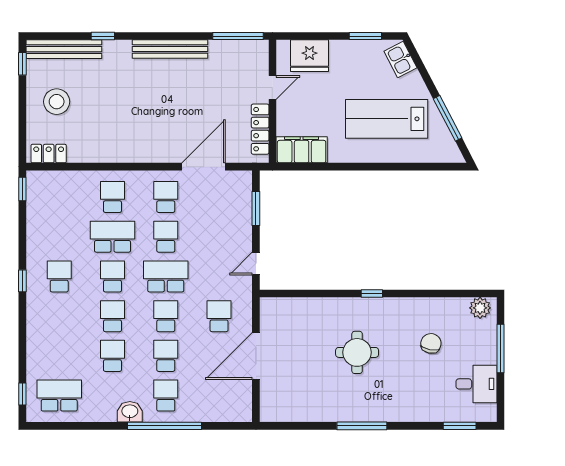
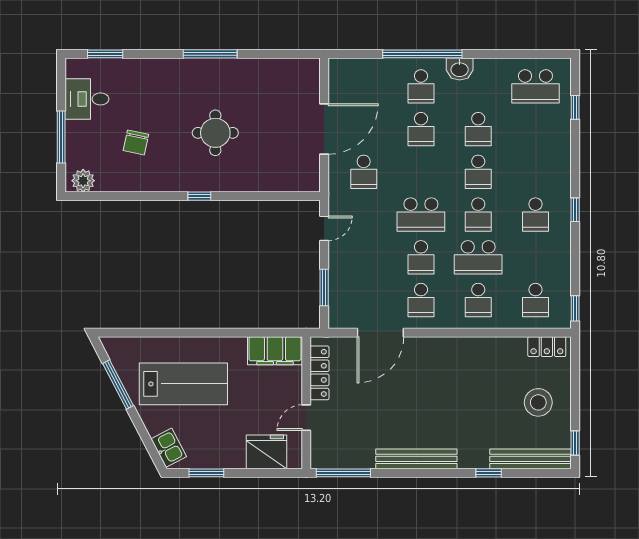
school desk: (166, 316) -> (535, 300), moved
window: (22, 394) -> (575, 107), moved

